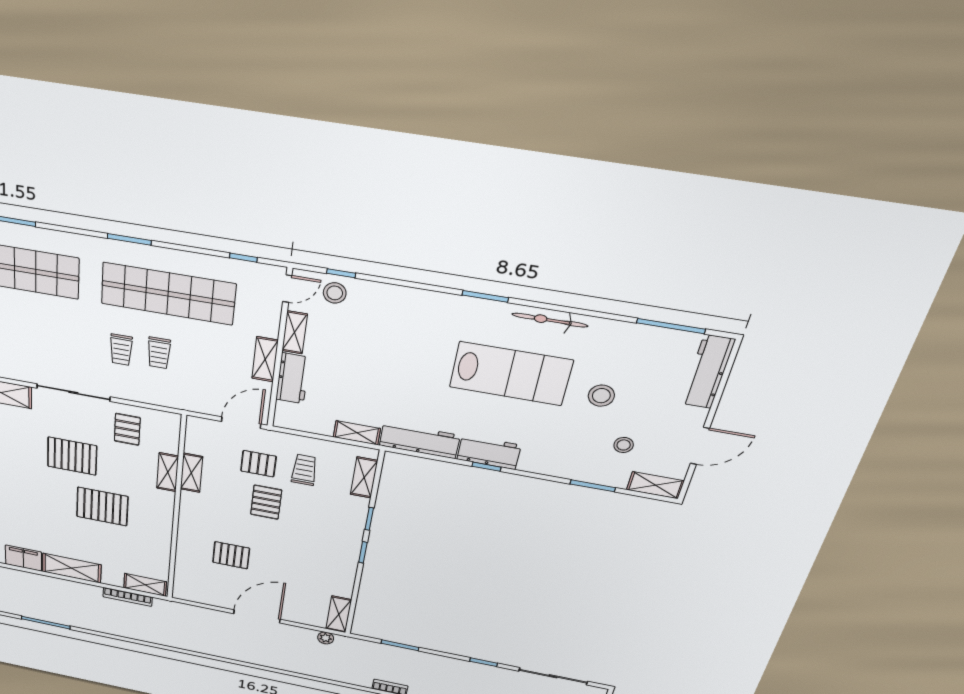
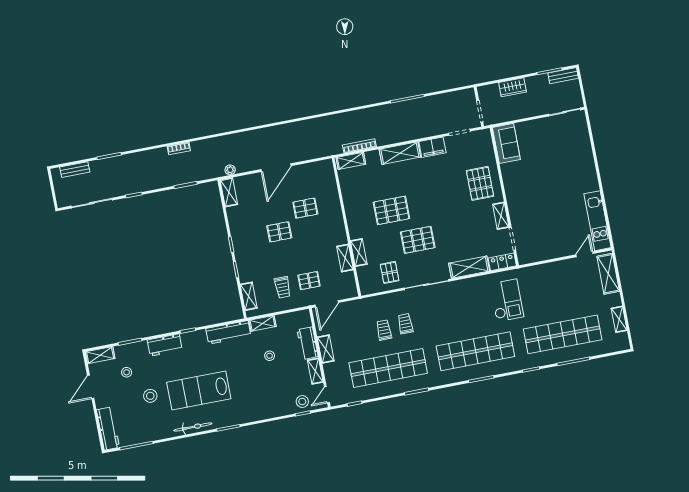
stool: (364, 383) -> (270, 356), added
workbench: (489, 452) -> (165, 345), moved
pallet: (266, 502) -> (279, 232), moved, turned 90

